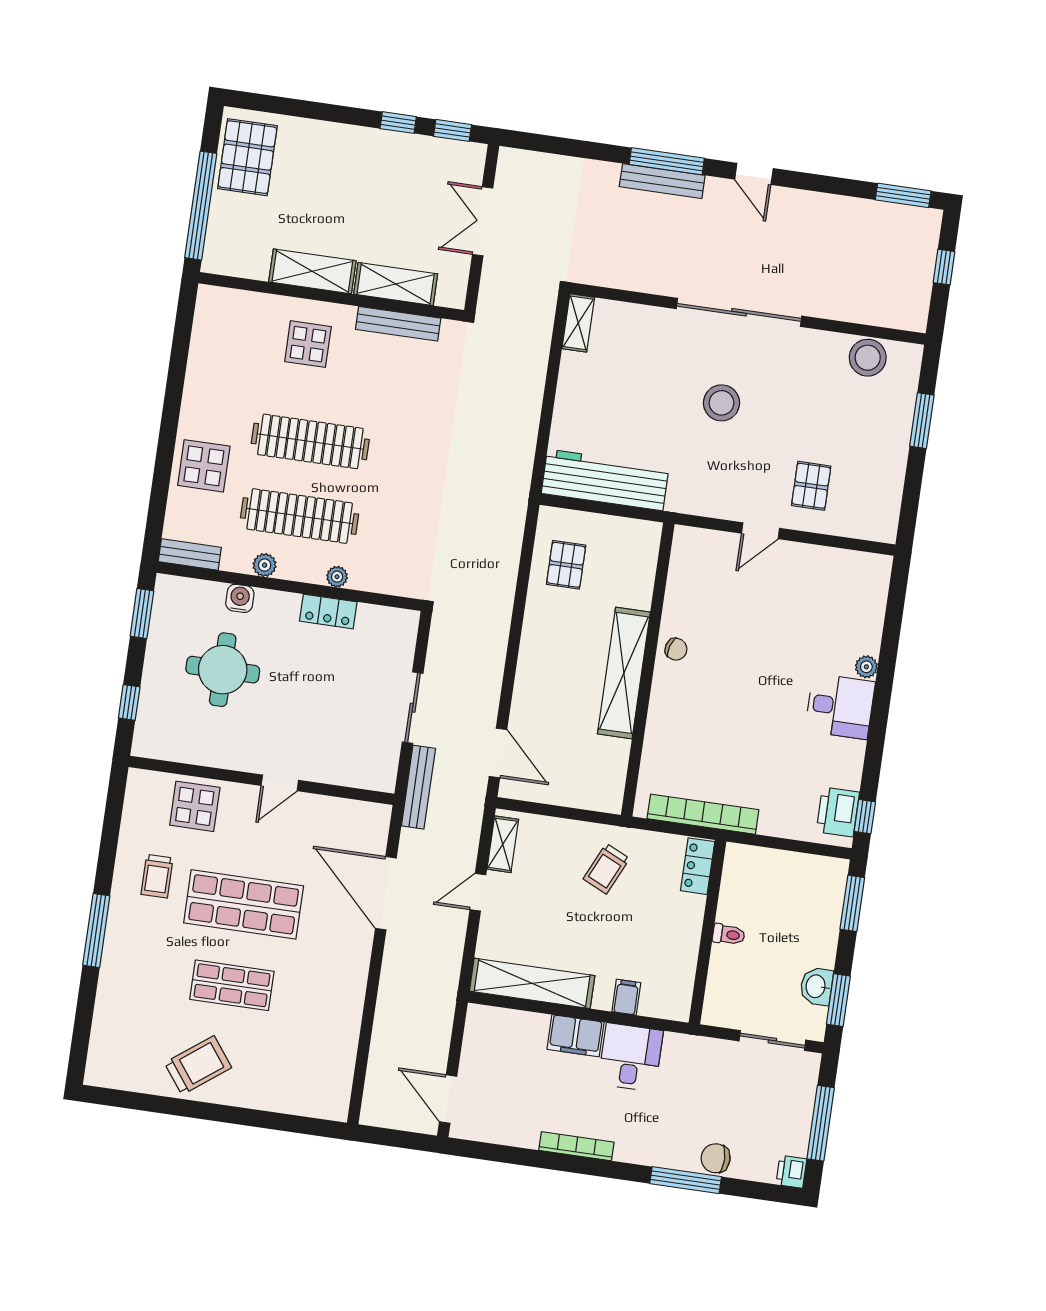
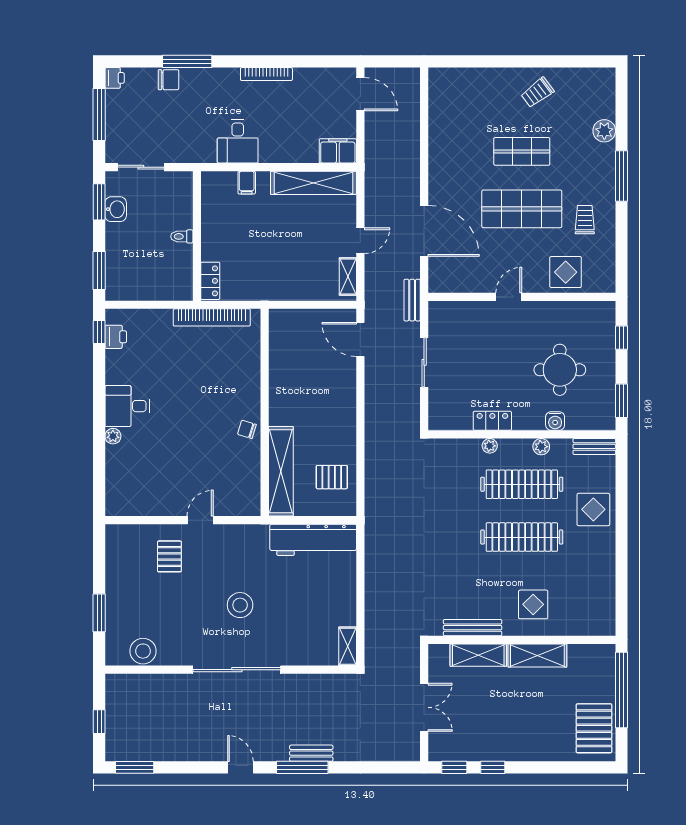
bench: (662, 181) -> (311, 753), width x0.73
pallet: (566, 565) -> (332, 477), turned 90
shelving: (624, 673) -> (281, 471), moved
bench: (418, 787) -> (412, 300), width x0.73
printer: (838, 812) -> (116, 337), width x0.73, depth x0.81
trolley: (606, 869) -> (273, 270), removed
plant: (111, 998) -> (604, 131), added
filing cabinet: (576, 1036) -> (338, 151), moved
trolley: (198, 1065) -> (537, 93), width x0.73, depth x0.72

